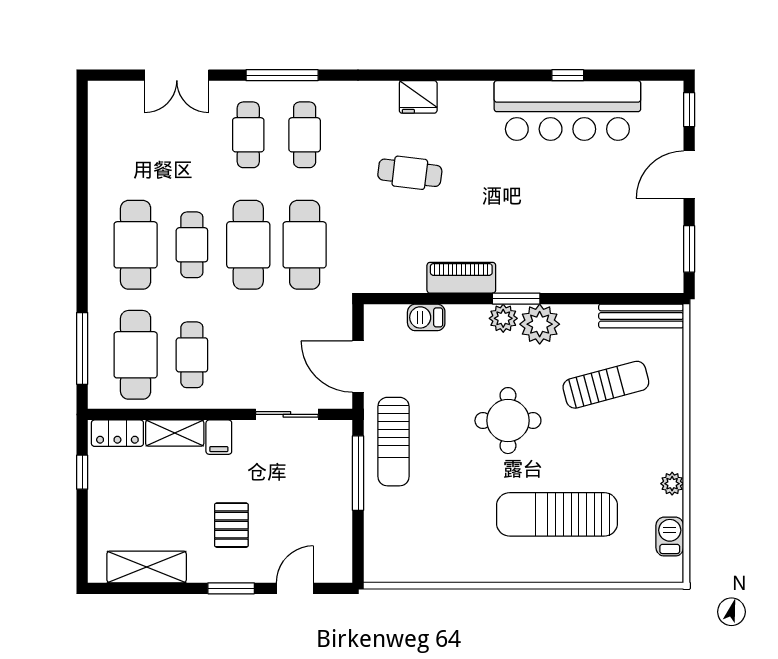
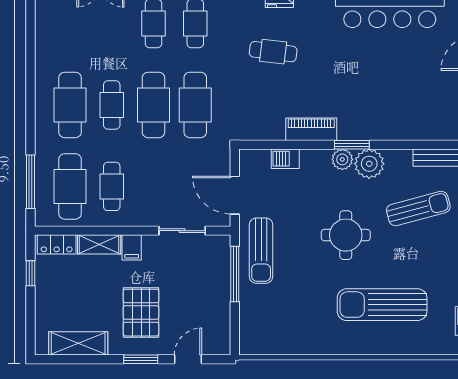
pallet: (231, 525) -> (141, 313), width x1.50, depth x1.42

